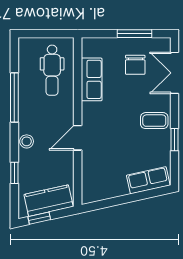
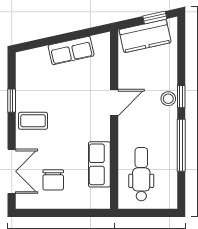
window: (135, 34) -> (54, 213), removed
chair: (135, 65) -> (53, 180), turned 180
window: (14, 173) -> (181, 97), moved
row of seats: (148, 180) -> (71, 51), moved

